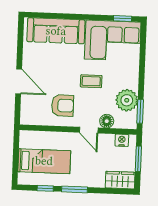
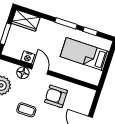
nightstand: (122, 140) -> (28, 57), moved

